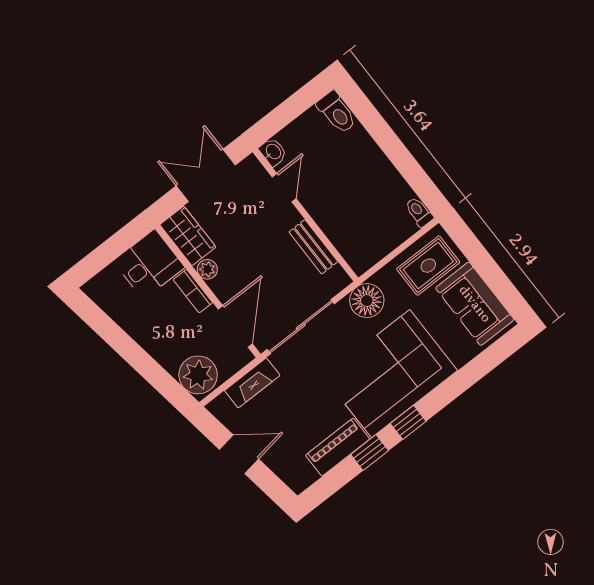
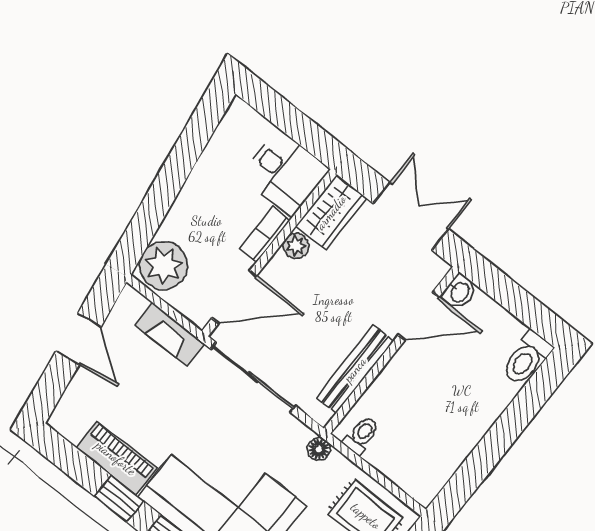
door: (284, 188) -> (419, 316), width x1.38
toilet: (419, 212) -> (361, 435), moved
bench: (313, 247) -> (355, 369), width x1.36
floor lamp: (367, 301) -> (319, 449), width x0.53, depth x0.53

